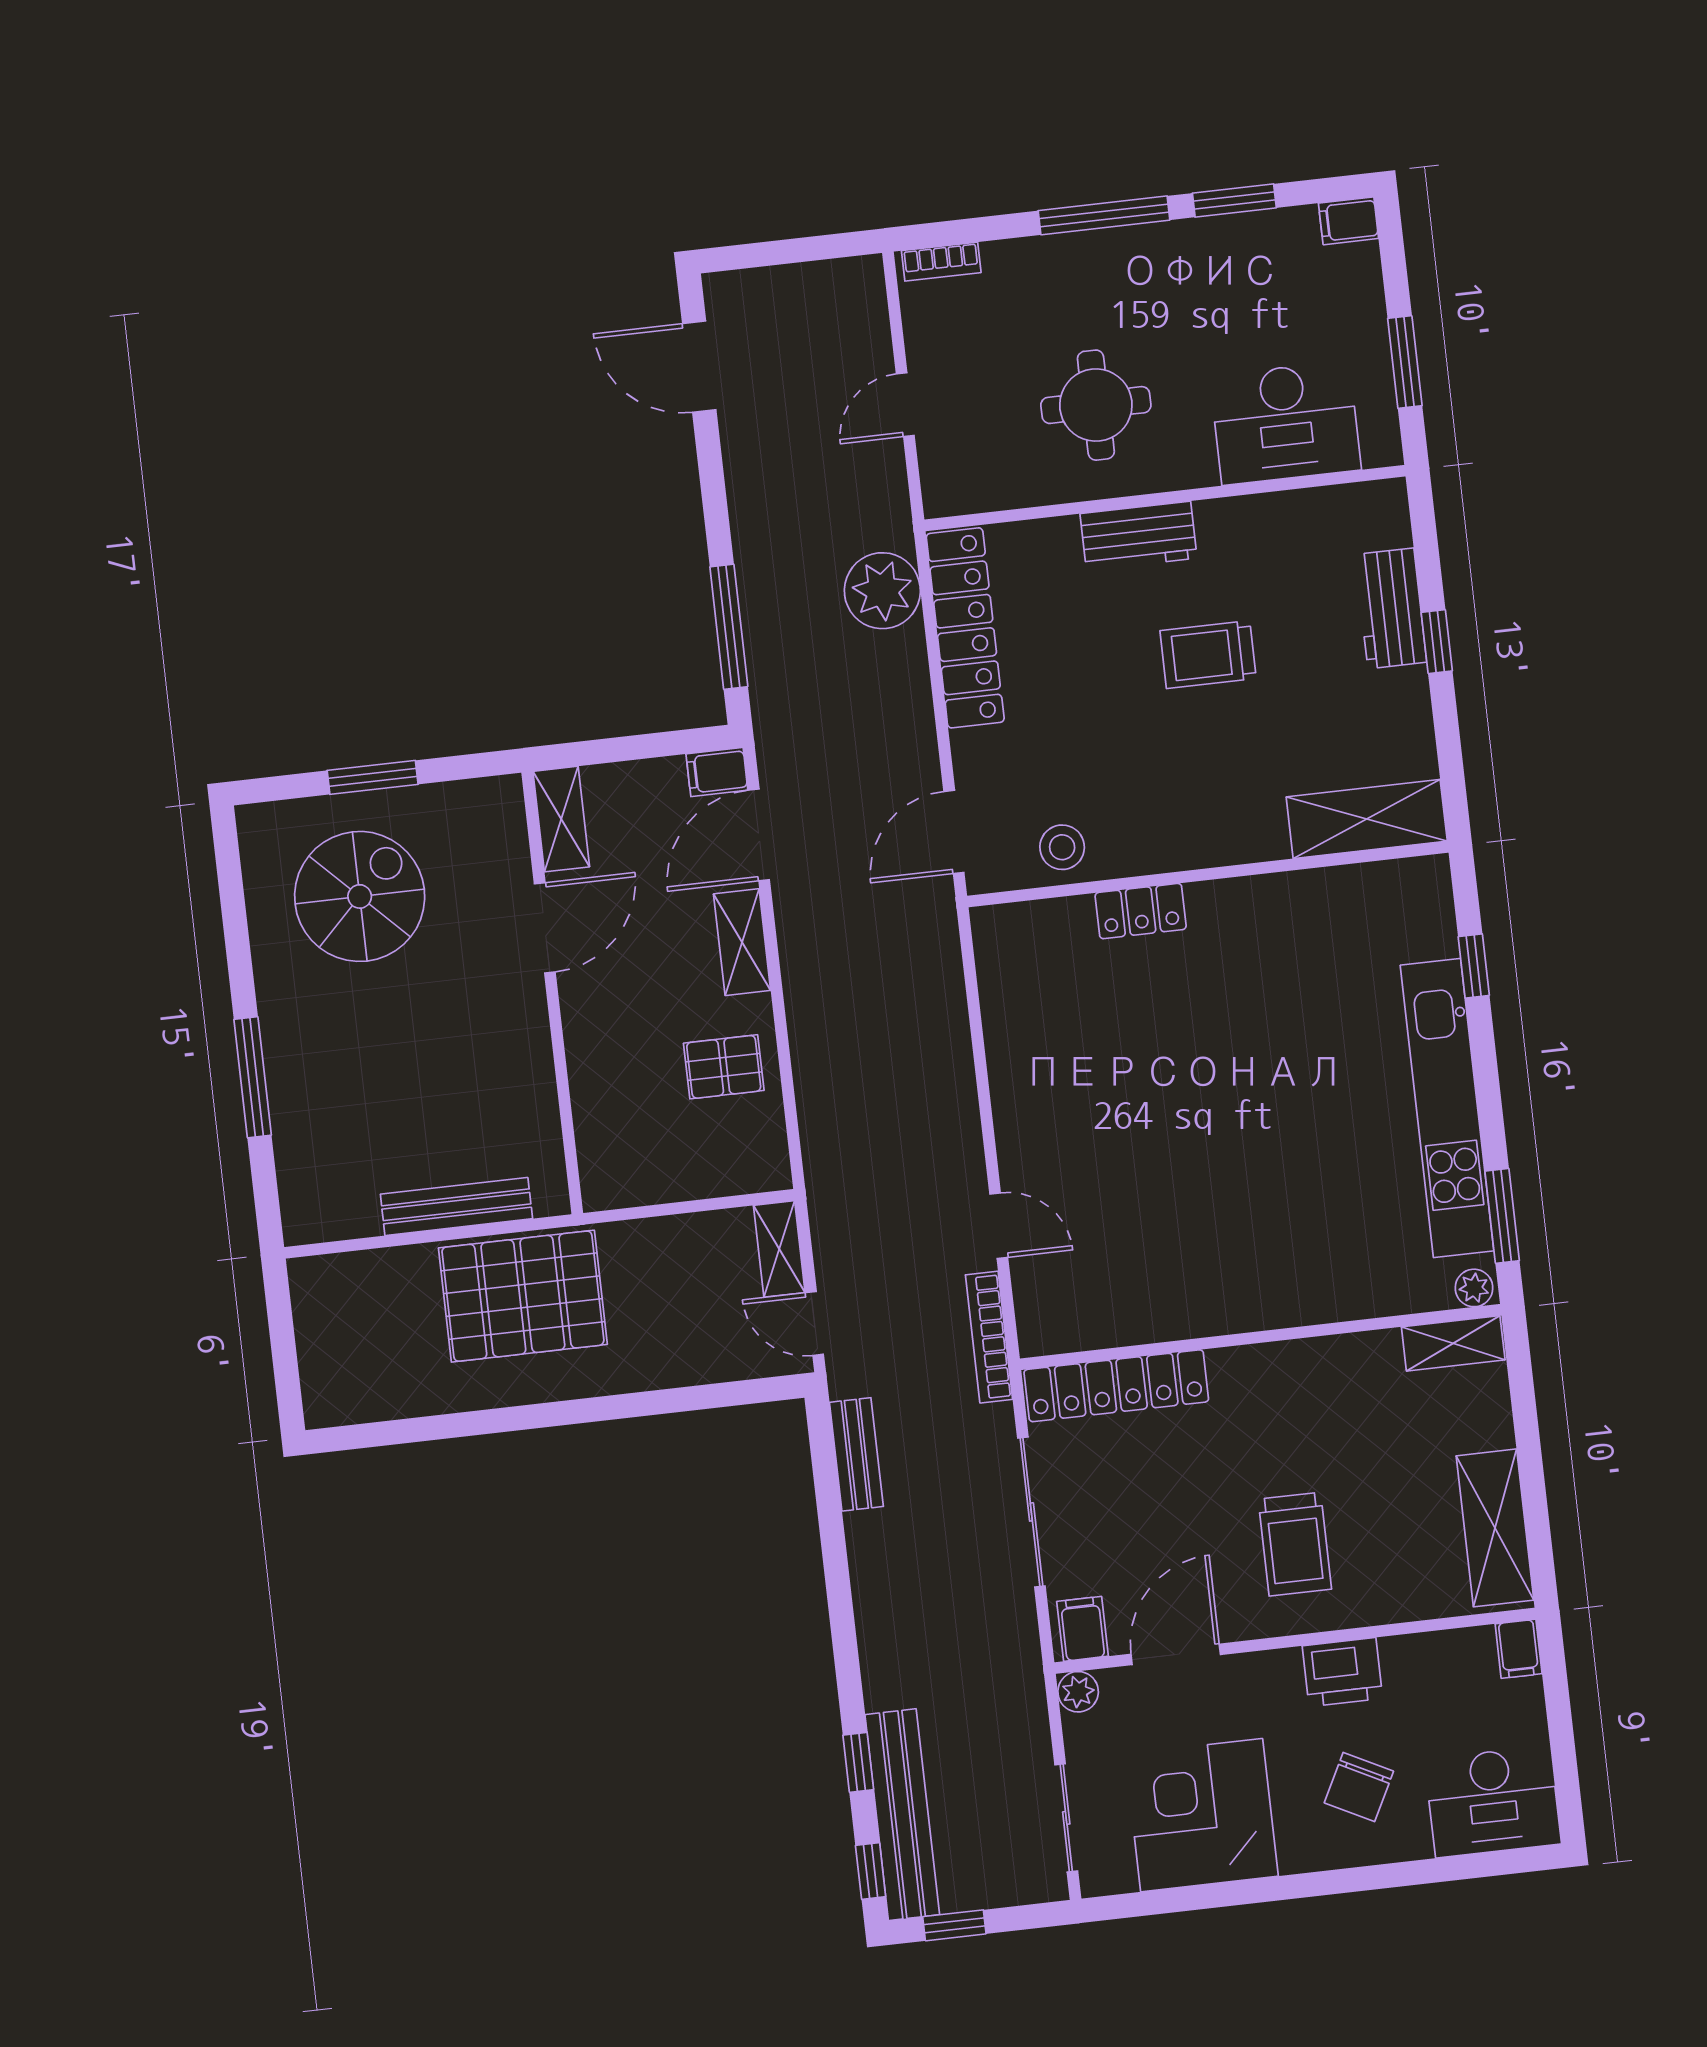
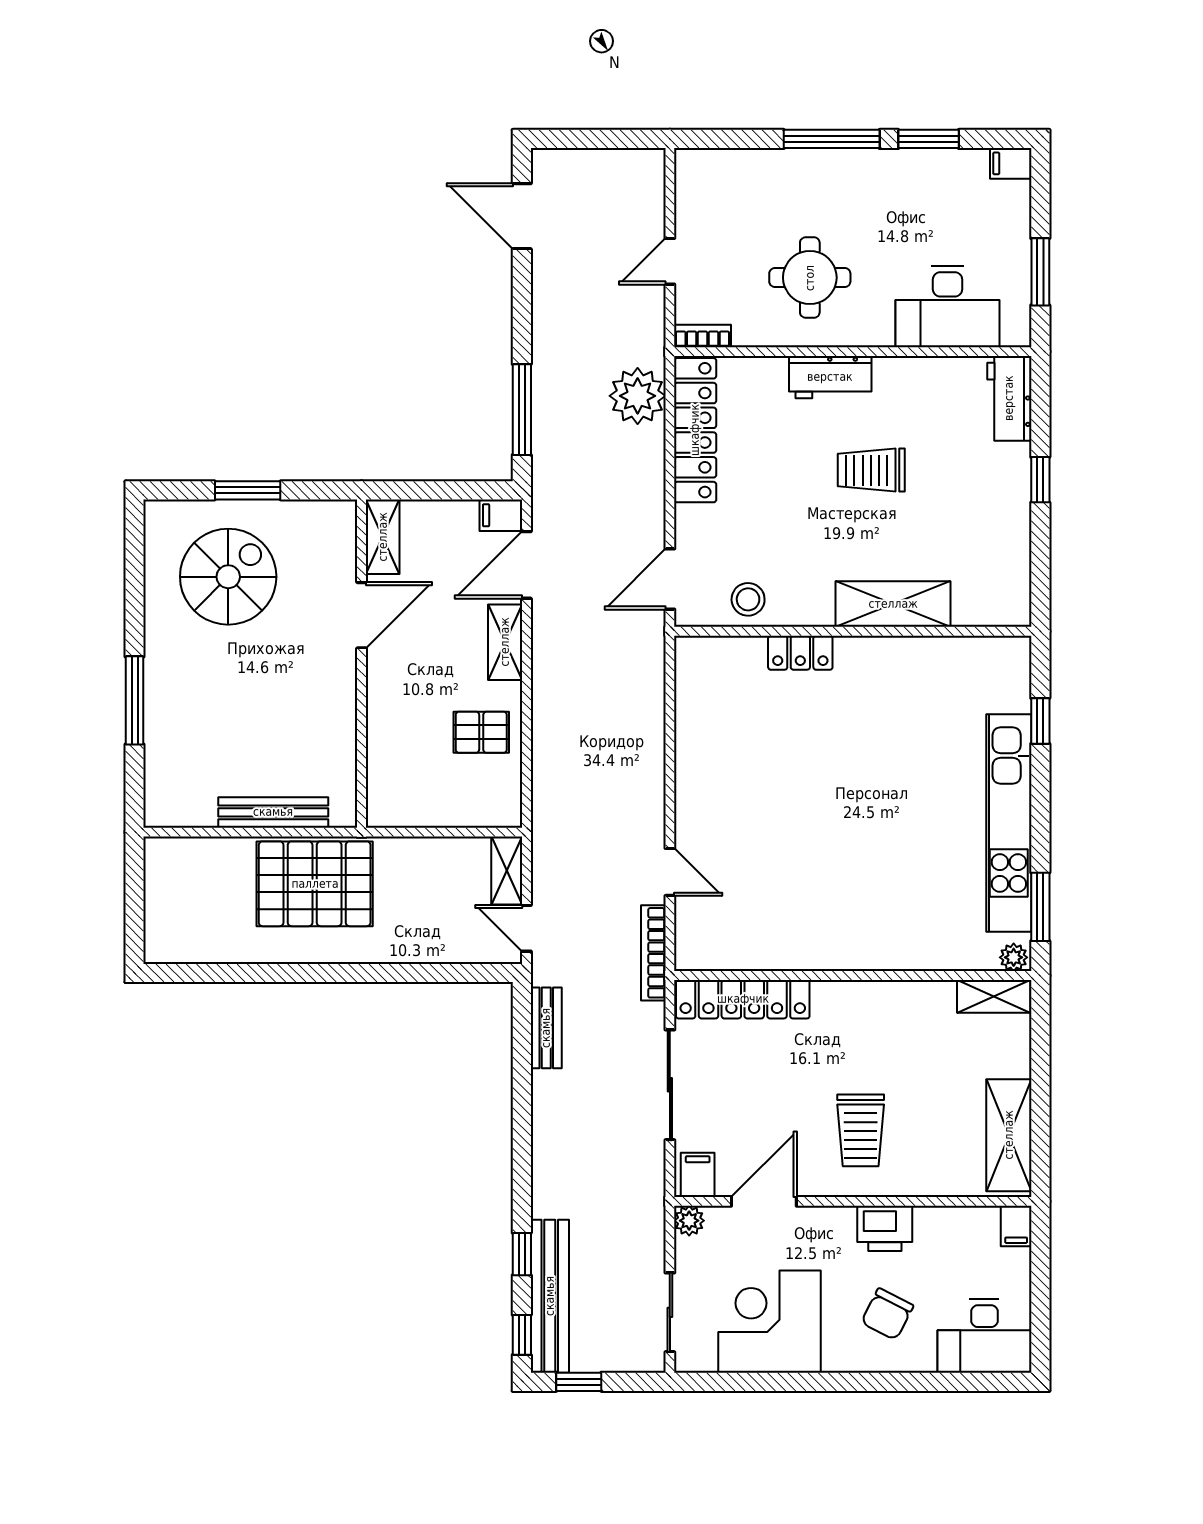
bookcase: (941, 262) -> (703, 336), moved, turned 180
workbench: (1391, 608) -> (1009, 398), moved
shelving: (1367, 819) -> (893, 604), moved

